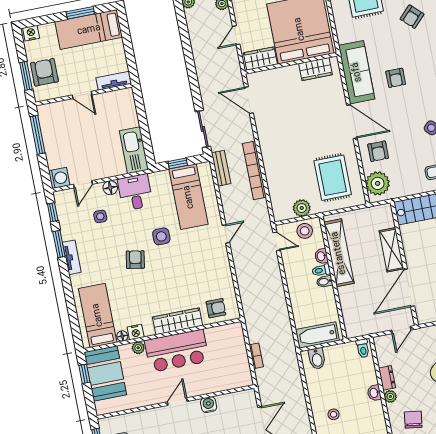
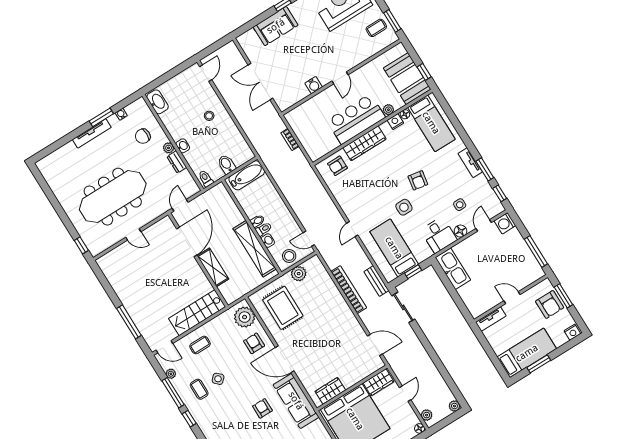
bidet: (317, 359) -> (227, 164), moved
chair: (413, 420) -> (143, 136), turned 82

